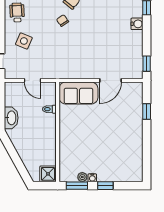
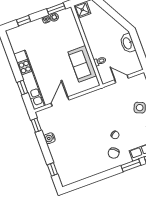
water cooler: (137, 24) -> (50, 138), moved
sofa: (78, 93) -> (82, 64), moved, turned -90
kitchen unit: (136, 117) -> (29, 80), added
window: (105, 186) -> (24, 21), moved

